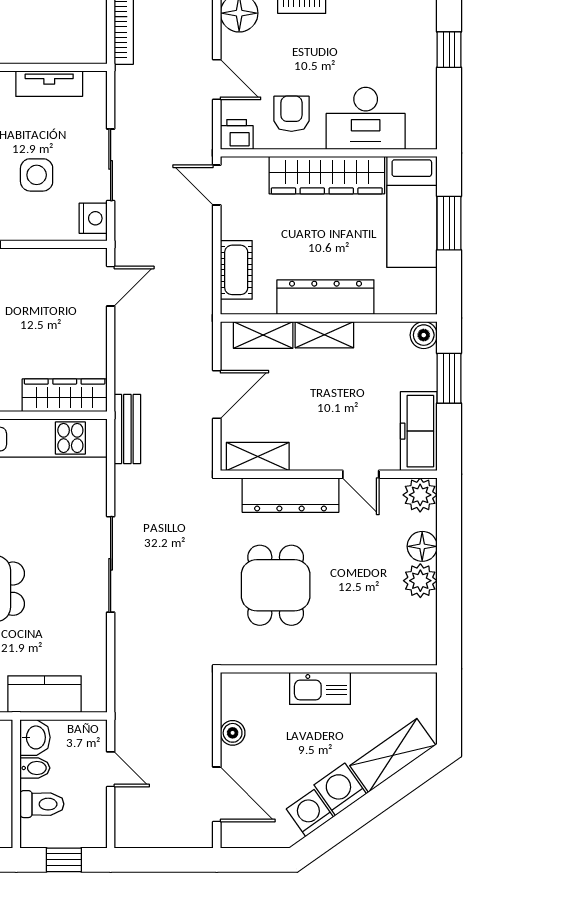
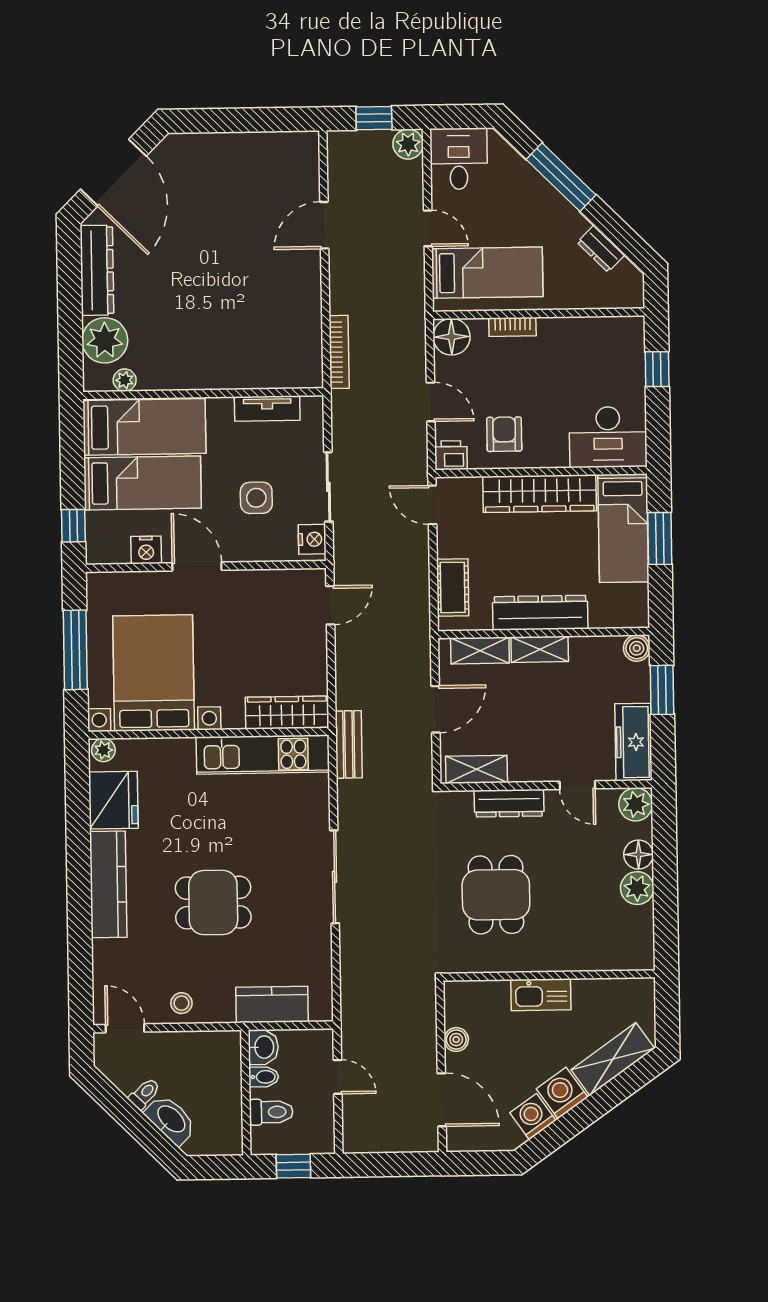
desk: (366, 118) -> (608, 437), moved
dresser: (291, 495) -> (509, 803), width x0.73, depth x0.80

